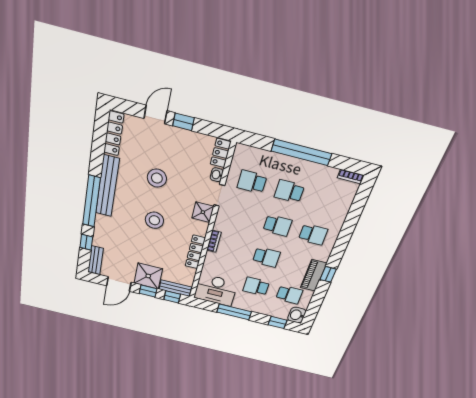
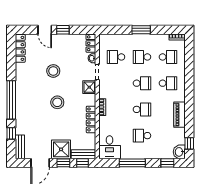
door: (155, 115) -> (45, 30), swing flipped
window: (301, 152) -> (141, 30), width x0.47
bench: (107, 186) -> (21, 86), removed
window: (328, 274) -> (189, 143), moved
desk: (216, 290) -> (110, 147), width x0.73
school desk: (289, 295) -> (168, 57), moved

